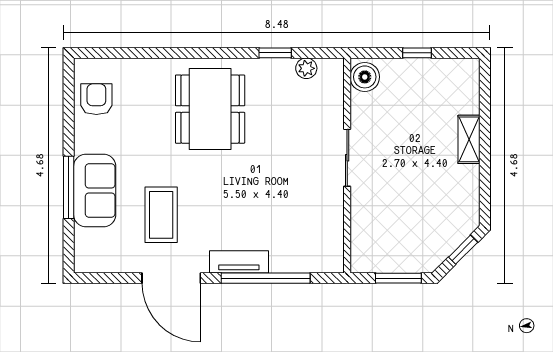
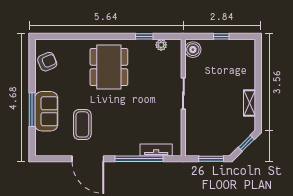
armchair: (96, 99) -> (47, 62), turned 67
shelving: (469, 139) -> (249, 103), moved
tv unit: (239, 262) -> (156, 150), moved

